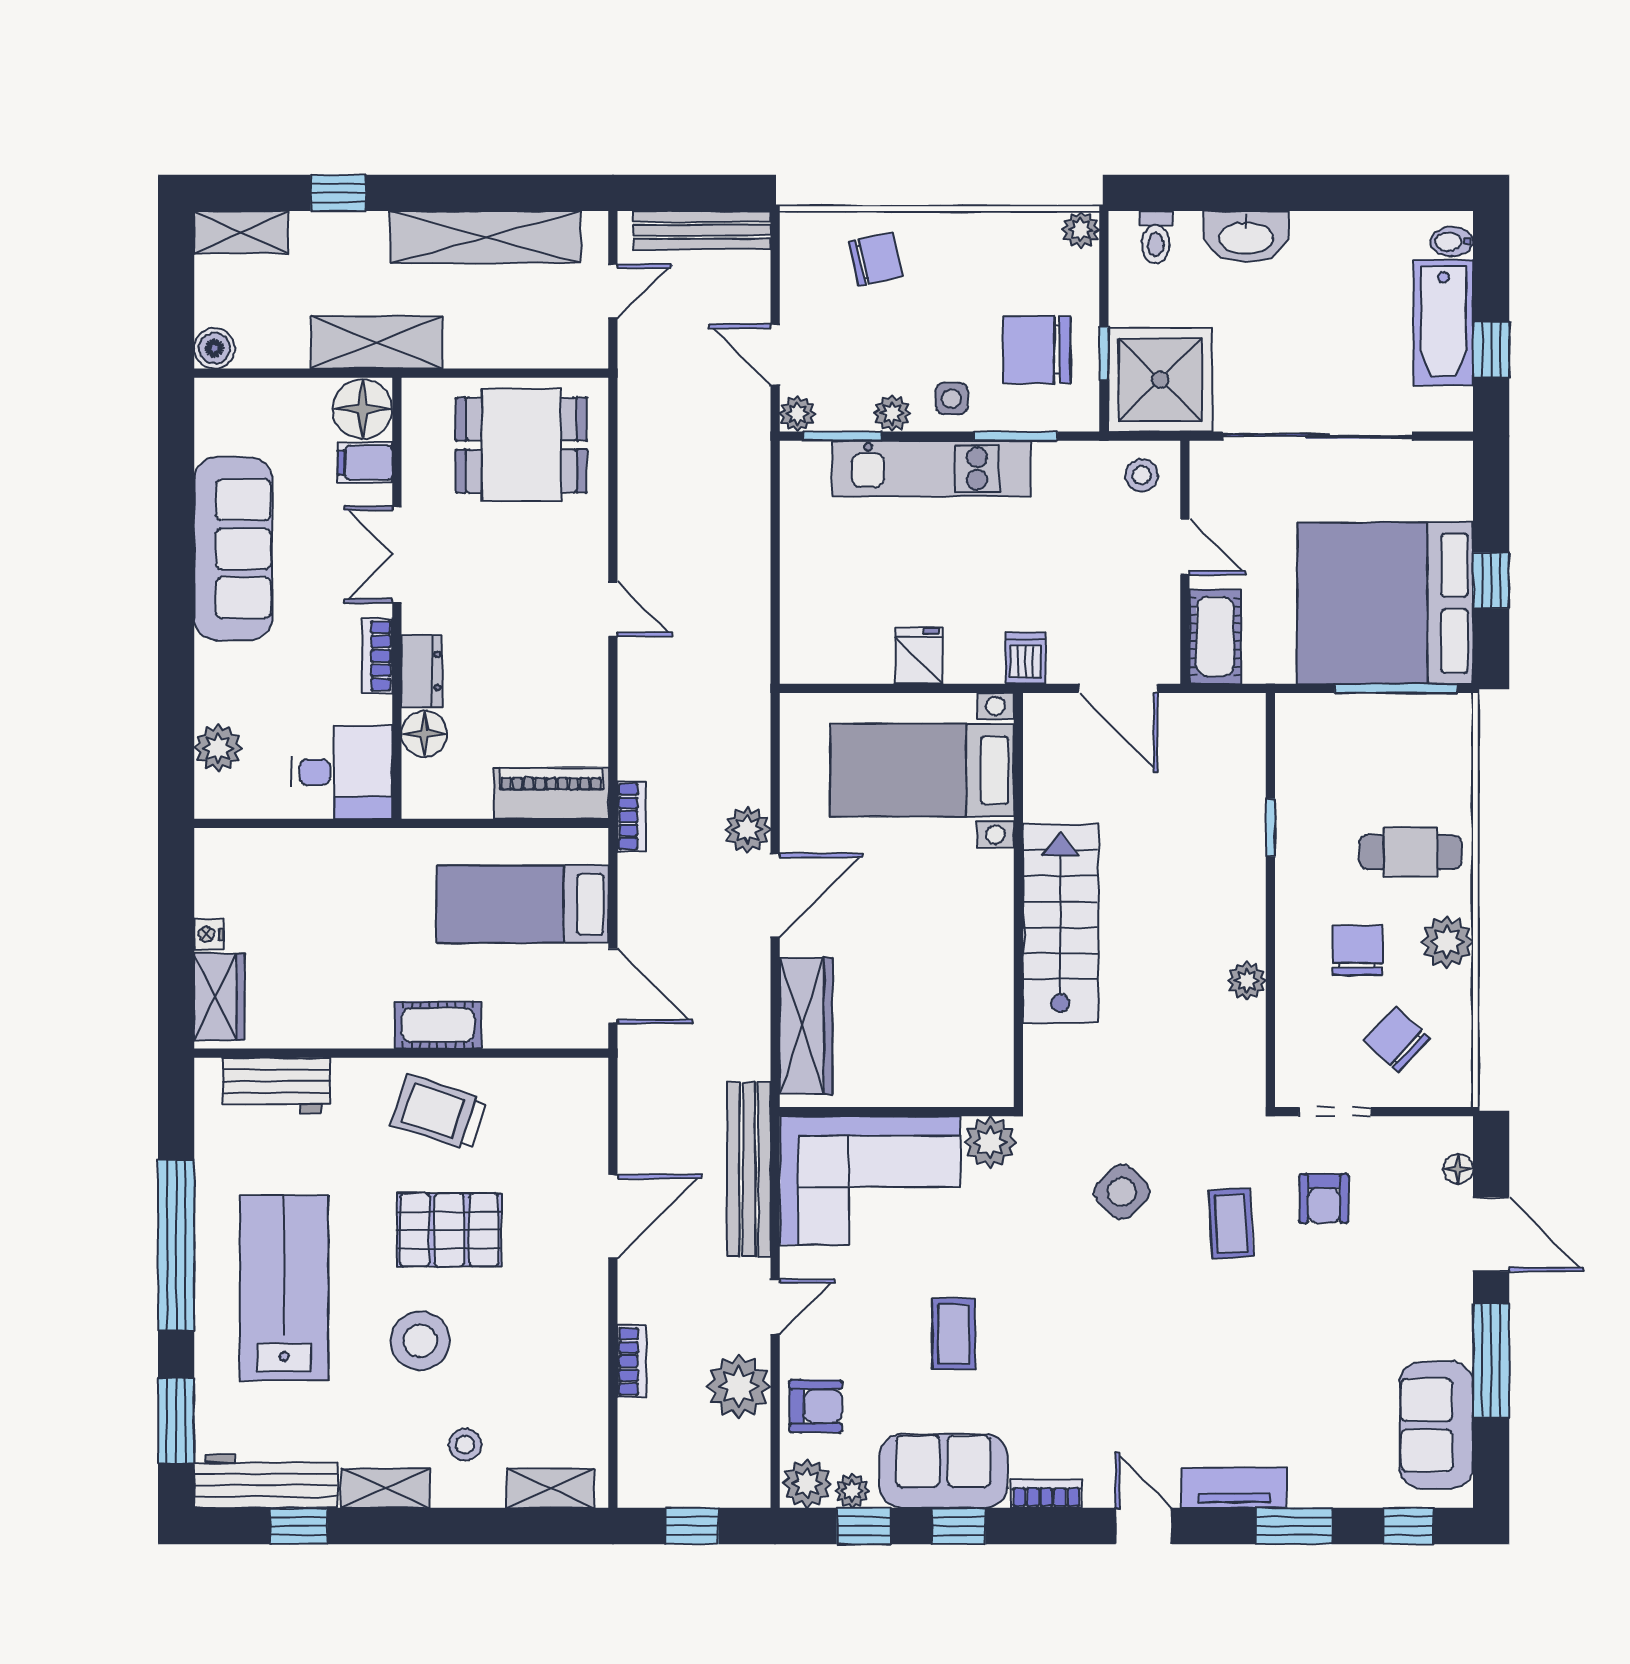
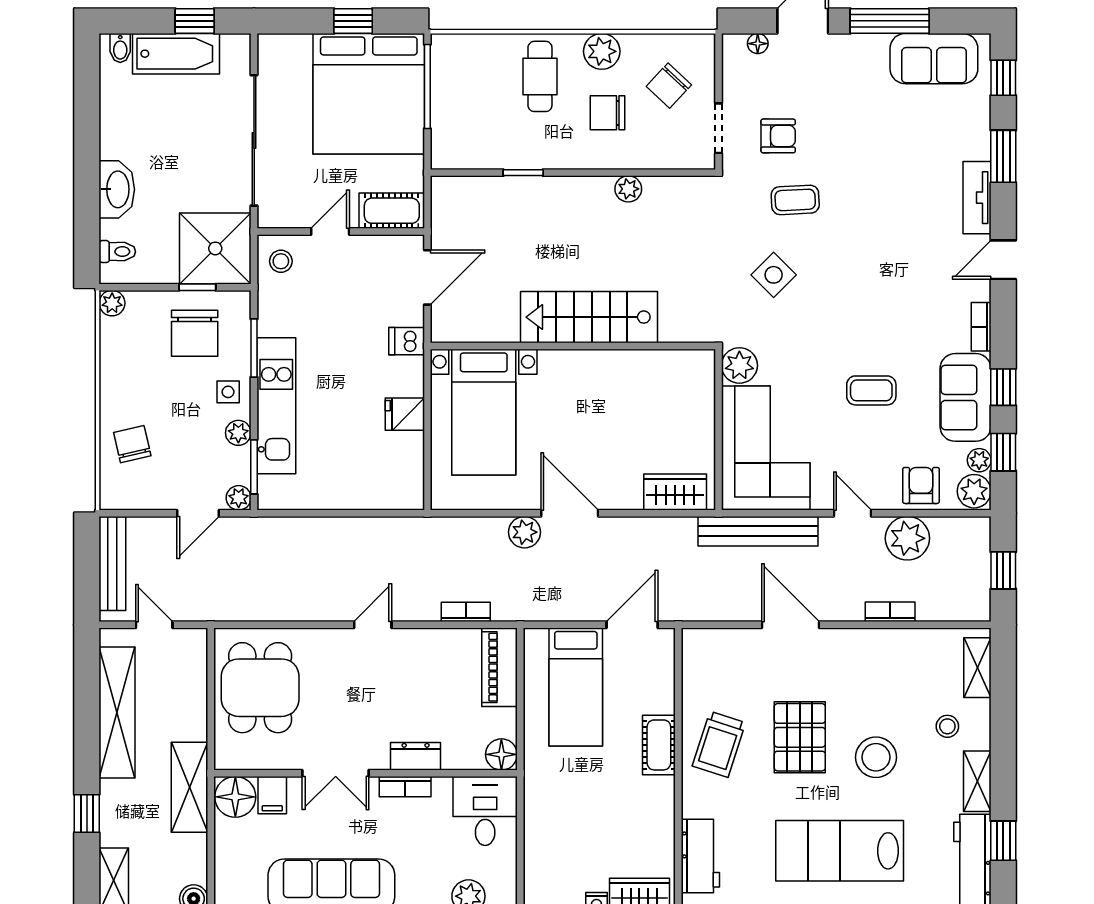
floor lamp: (424, 734) -> (501, 754), moved
bookcase: (632, 816) -> (466, 612), moved
wardrobe: (806, 1026) -> (675, 492), width x0.67

